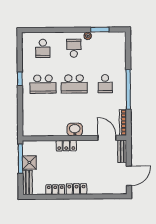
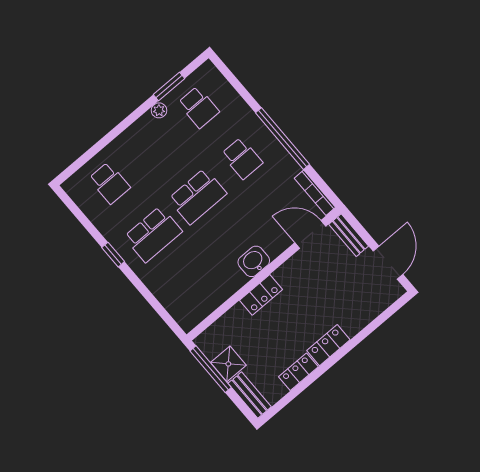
school desk: (74, 48) -> (199, 107), moved, turned 180

